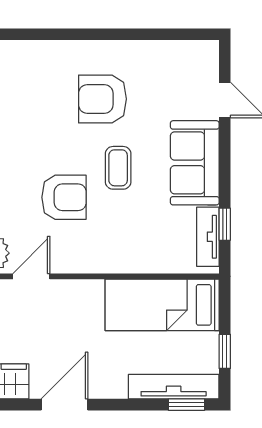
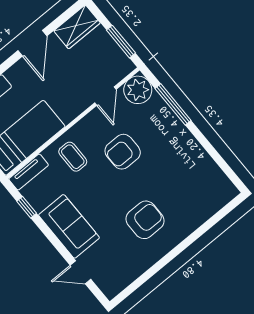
coffee table: (118, 168) -> (73, 157), moved
tv unit: (208, 237) -> (29, 172), moved, turned 90

